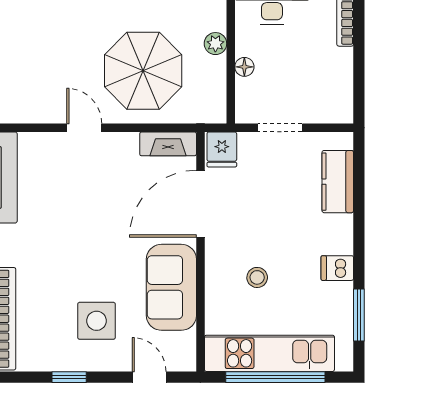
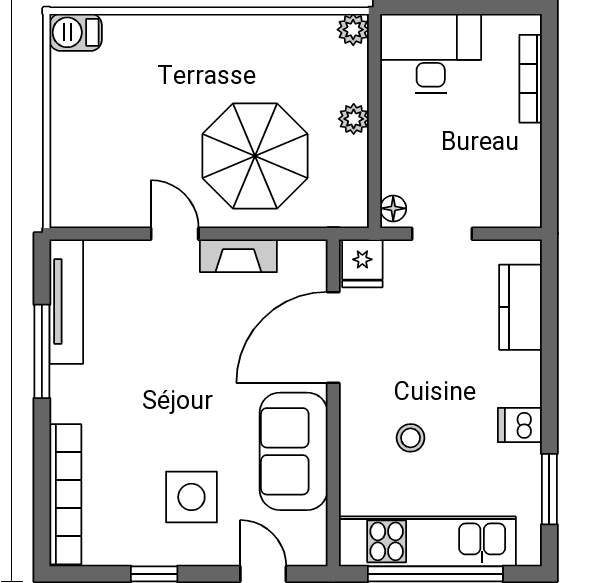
floor lamp: (244, 67) -> (393, 208), moved
fireplace: (168, 144) -> (238, 256), moved

